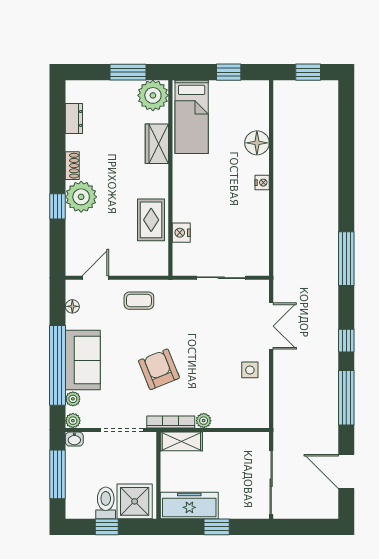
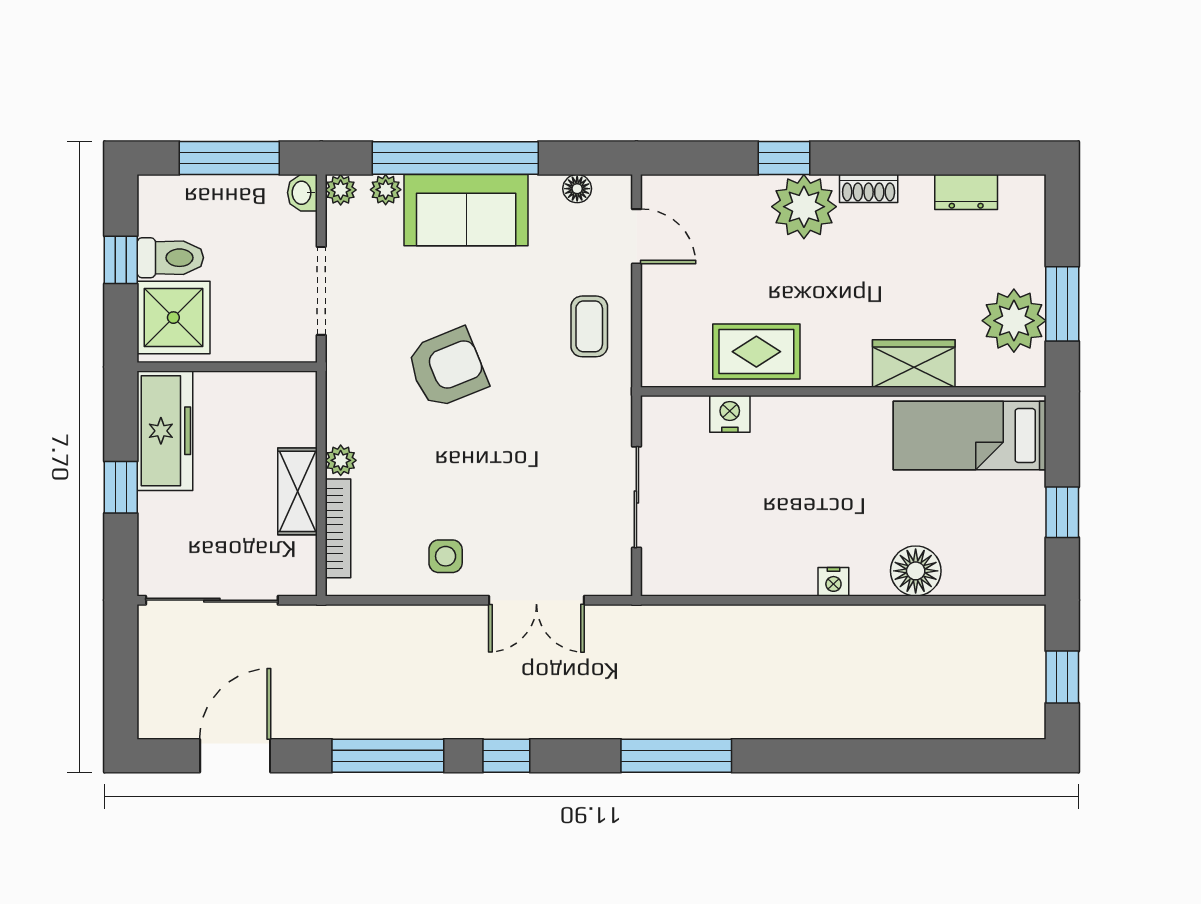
plant: (153, 95) -> (1014, 321), moved
bookcase: (171, 422) -> (338, 528), moved
shelving: (181, 441) -> (298, 491), moved

